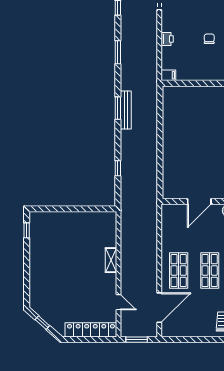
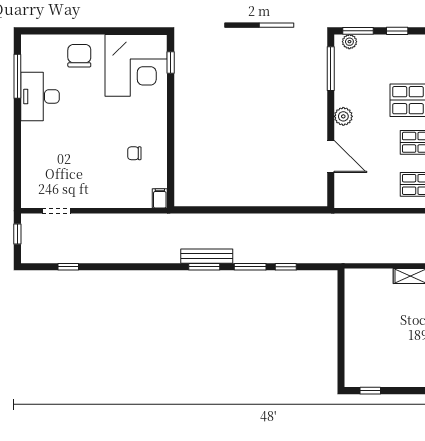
printer: (167, 39) -> (111, 200), removed
chair: (209, 39) -> (134, 153), moved
window: (118, 52) -> (250, 267), moved

